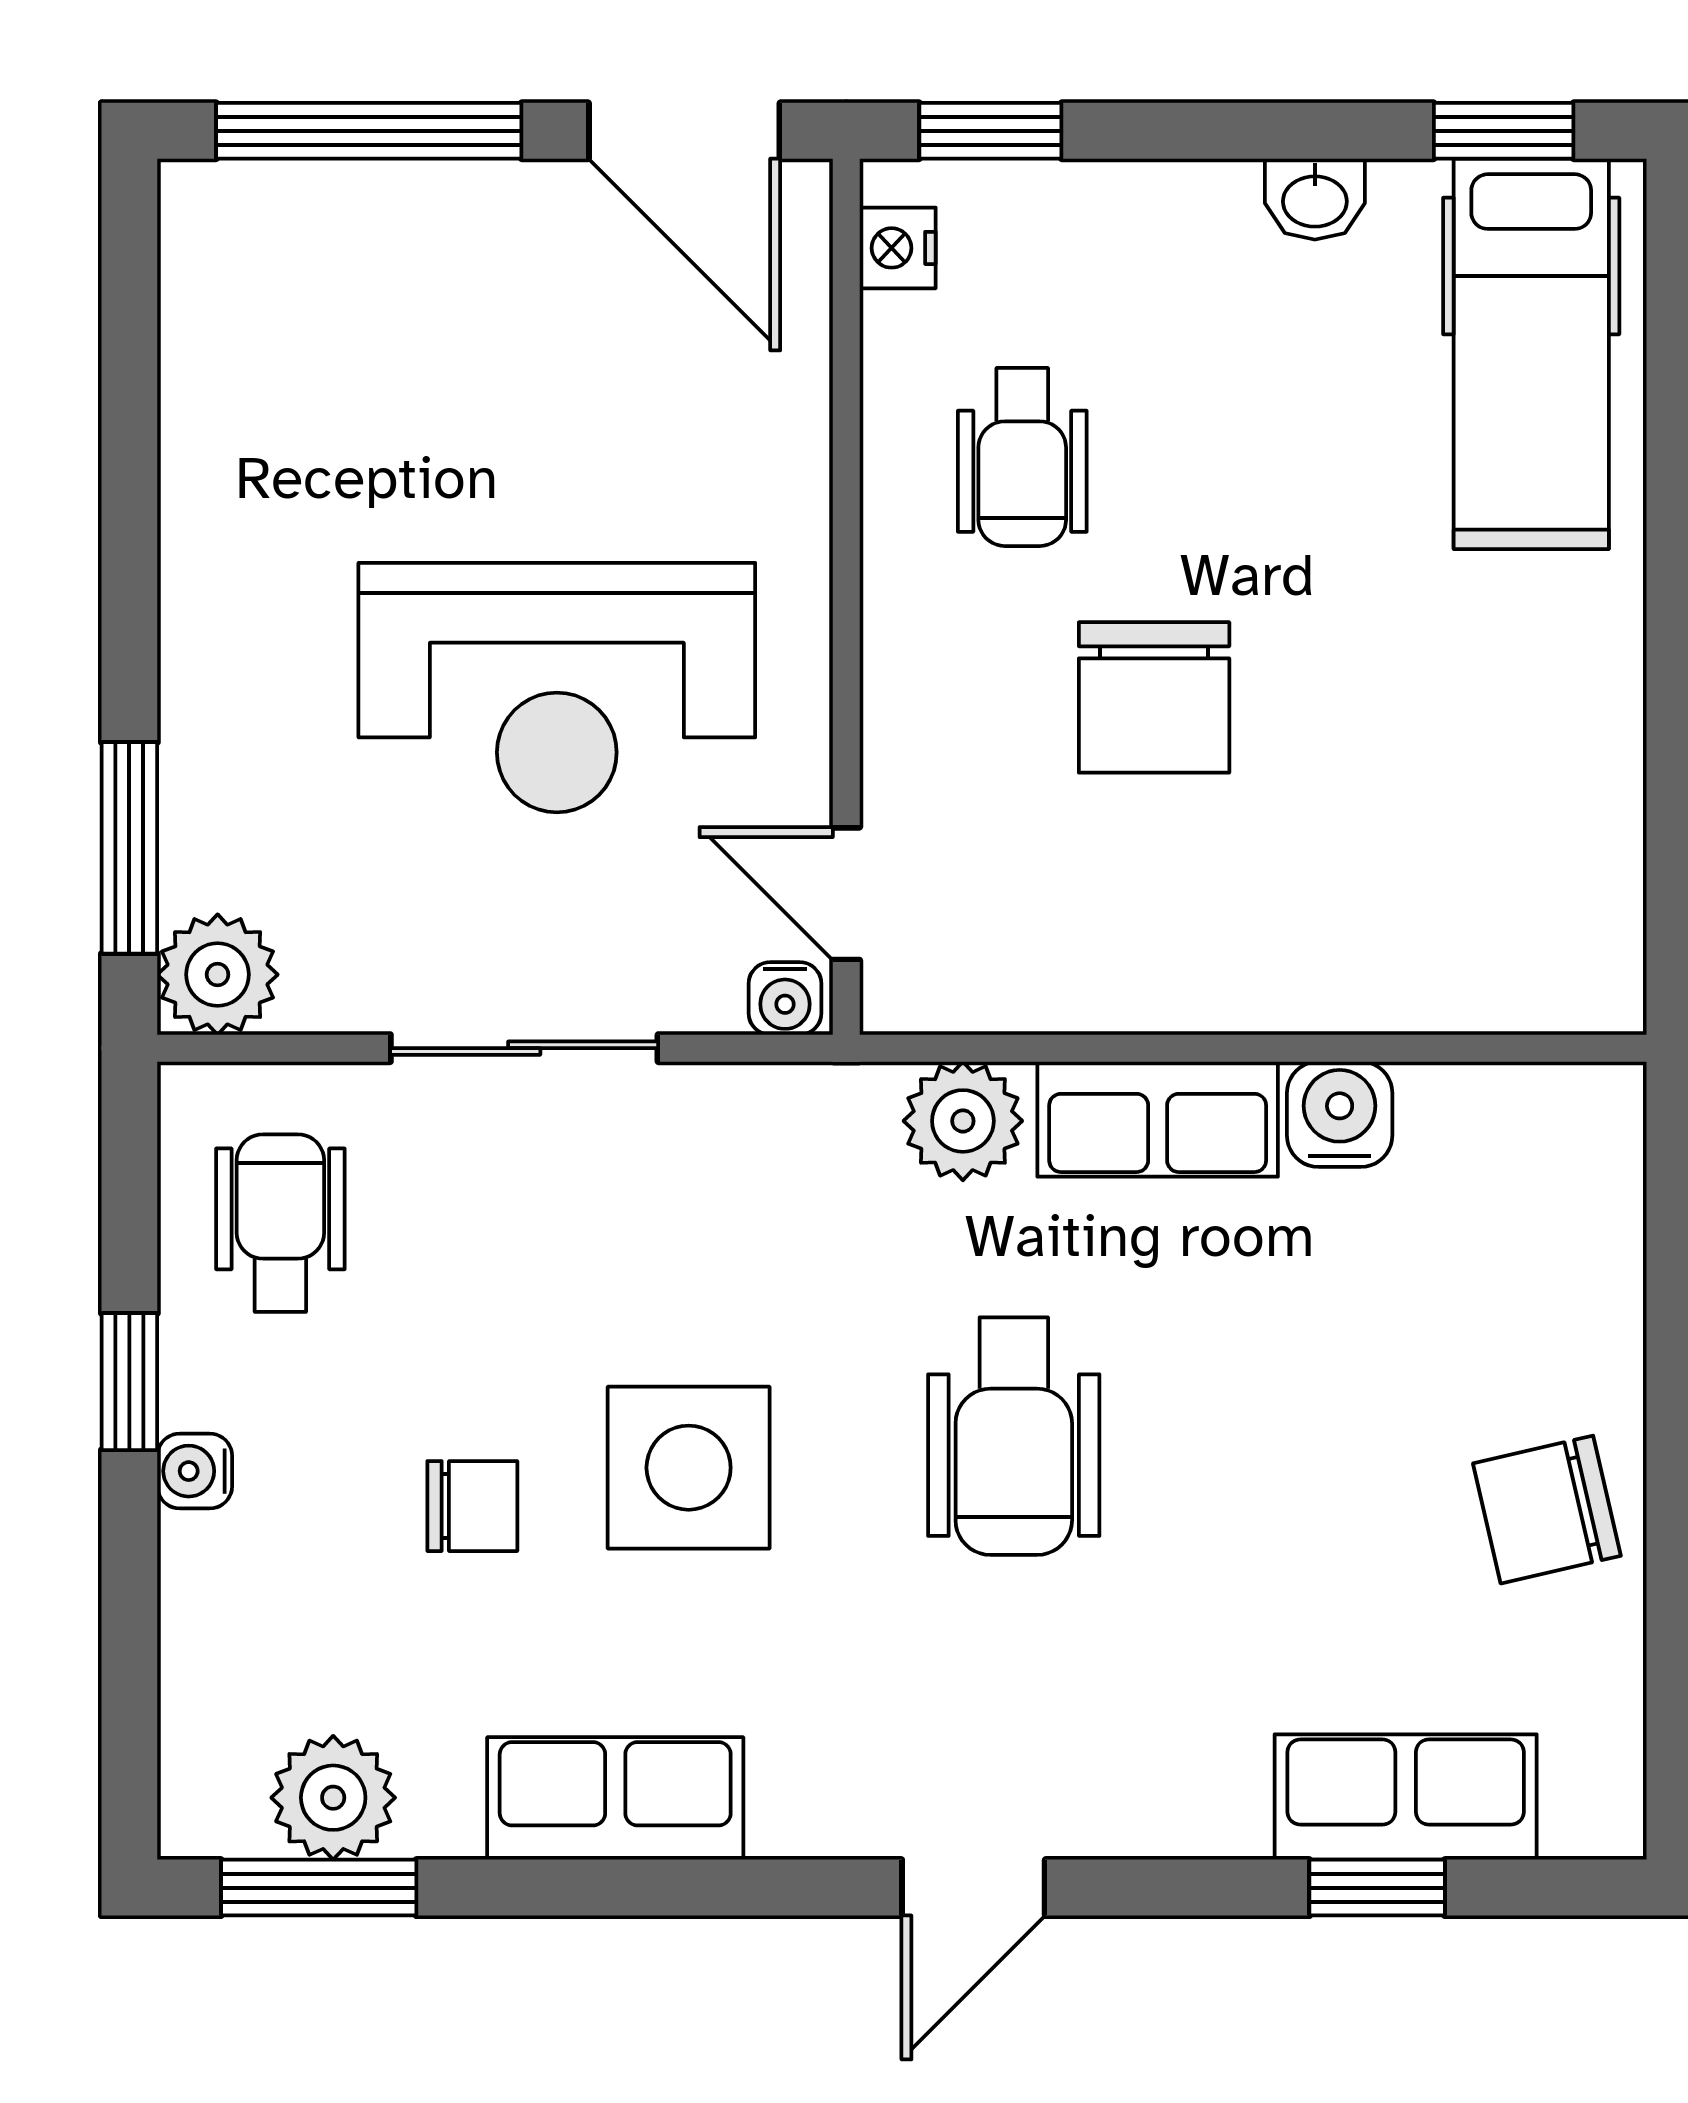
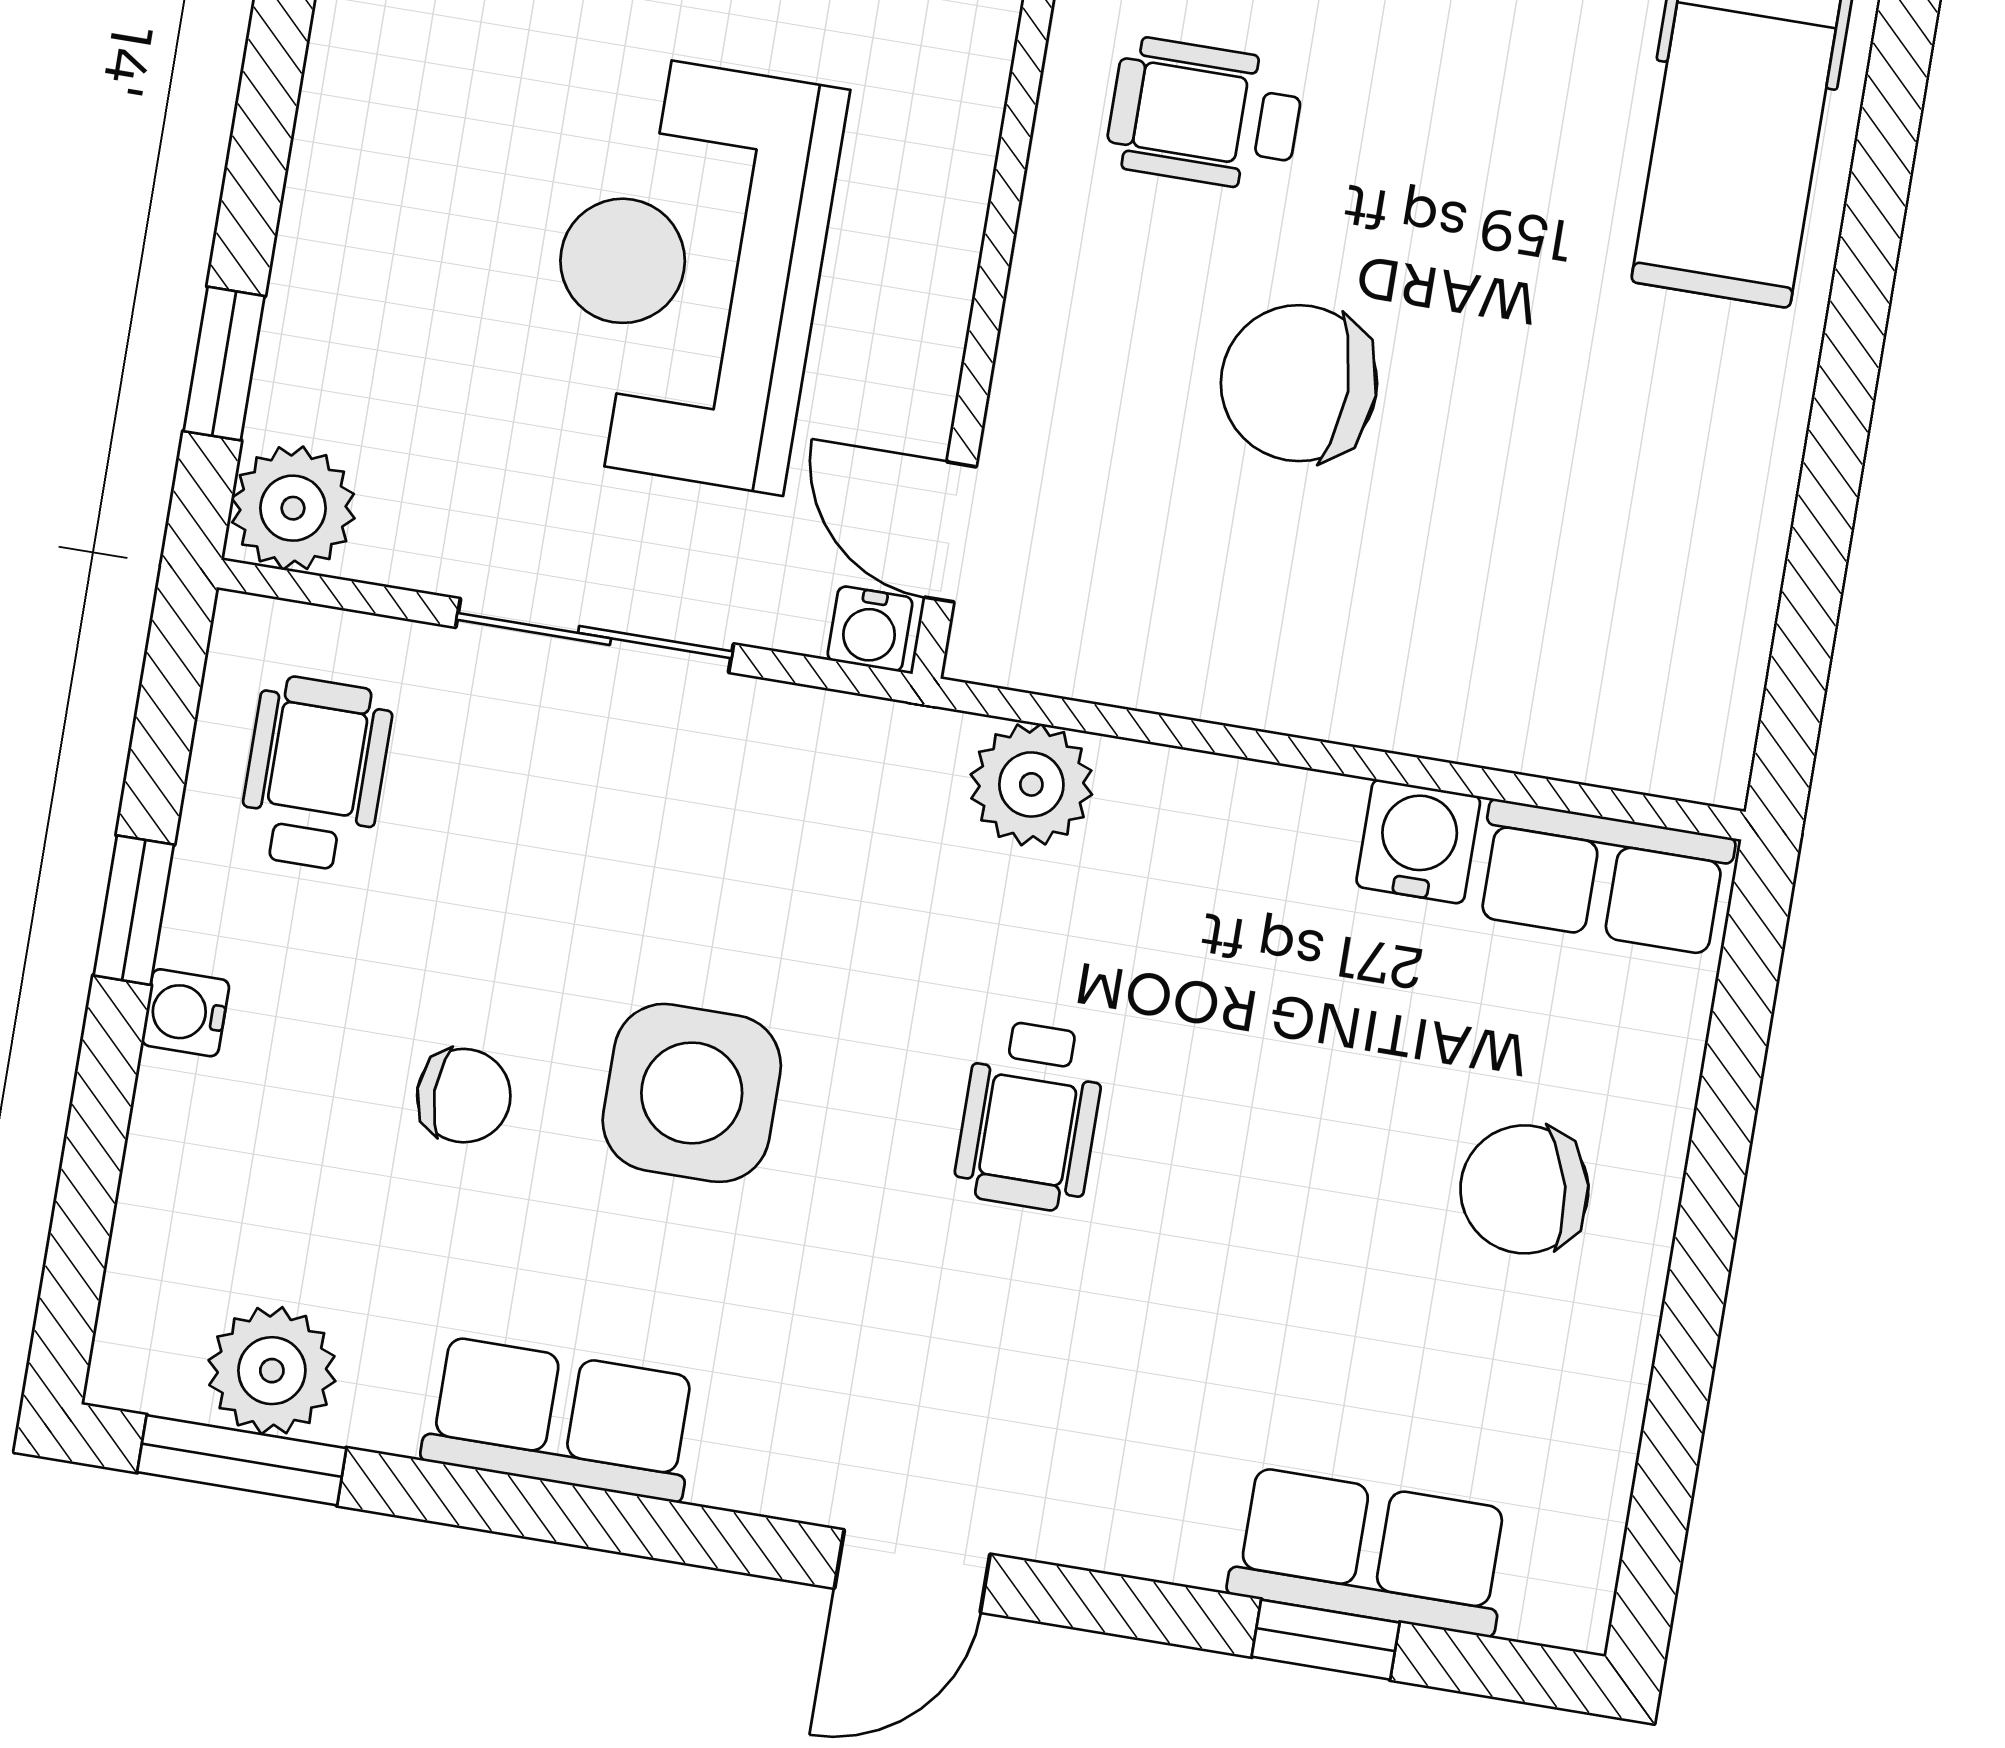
wheelchair: (1022, 457) -> (1205, 115), turned 90
reception desk: (557, 688) -> (689, 272), turned 90
chair: (1154, 697) -> (1299, 383), turned 90
window: (129, 848) -> (224, 364), width x0.67
row of seats: (1158, 1119) -> (1604, 877), moved
wheelchair: (1014, 1436) -> (1030, 1116), width x0.73, depth x0.73
chair: (1547, 1510) -> (1524, 1189), moved

